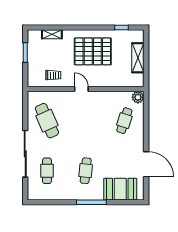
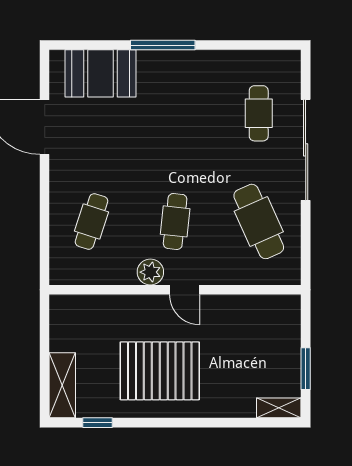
shelving: (52, 34) -> (279, 408), moved
shelving: (138, 58) -> (62, 385), moved
trolley: (53, 75) -> (245, 320), removed
plant: (138, 97) -> (150, 272), moved
cafe table: (86, 171) -> (175, 221), moved

